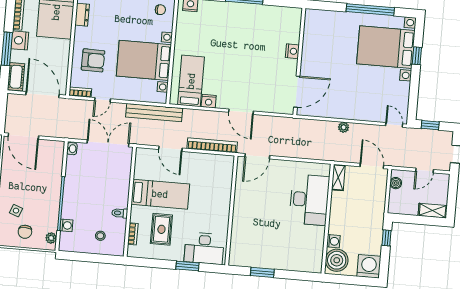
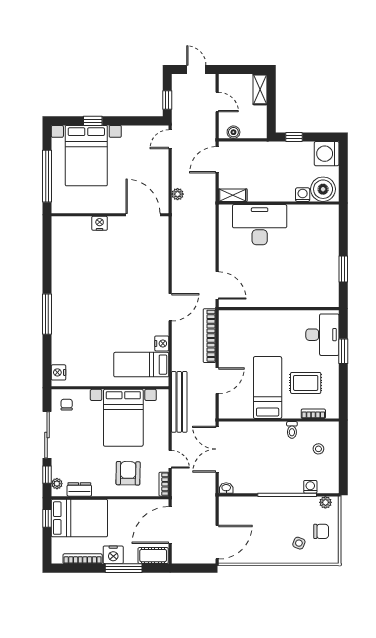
nightstand: (292, 51) -> (100, 223), moved
wall: (299, 61) -> (110, 215), moved
door: (297, 92) -> (143, 215), moved

